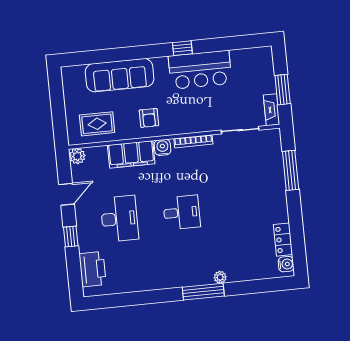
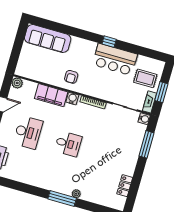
sofa: (120, 75) -> (48, 39), moved
rug: (97, 124) -> (145, 78), moved
water cooler: (286, 264) -> (144, 119), moved

